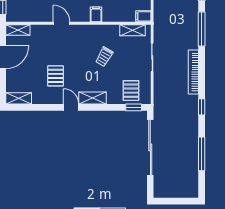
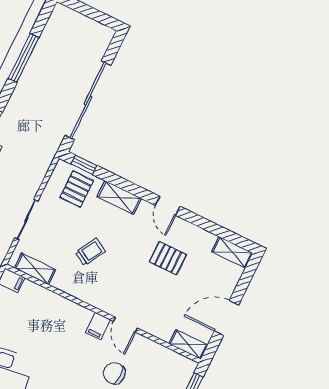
filing cabinet: (96, 14) -> (98, 326), moved
pallet: (56, 76) -> (168, 258), turned 90
shelving: (92, 98) -> (119, 198), moved

